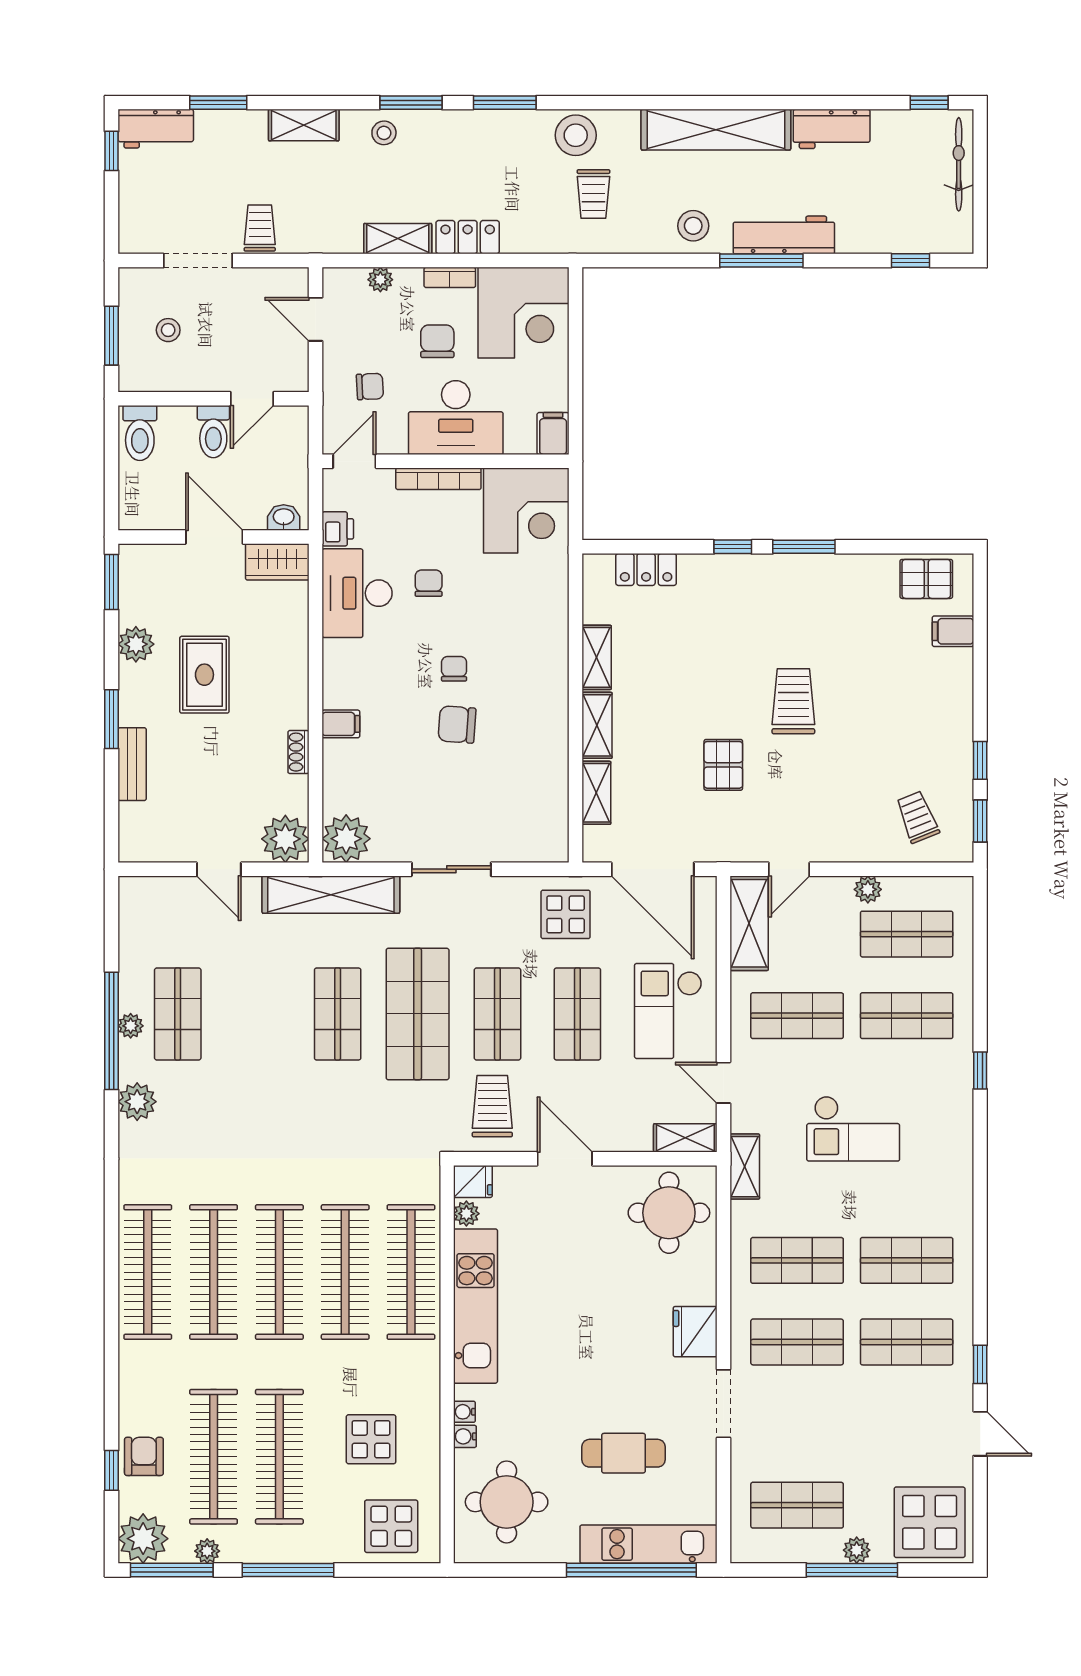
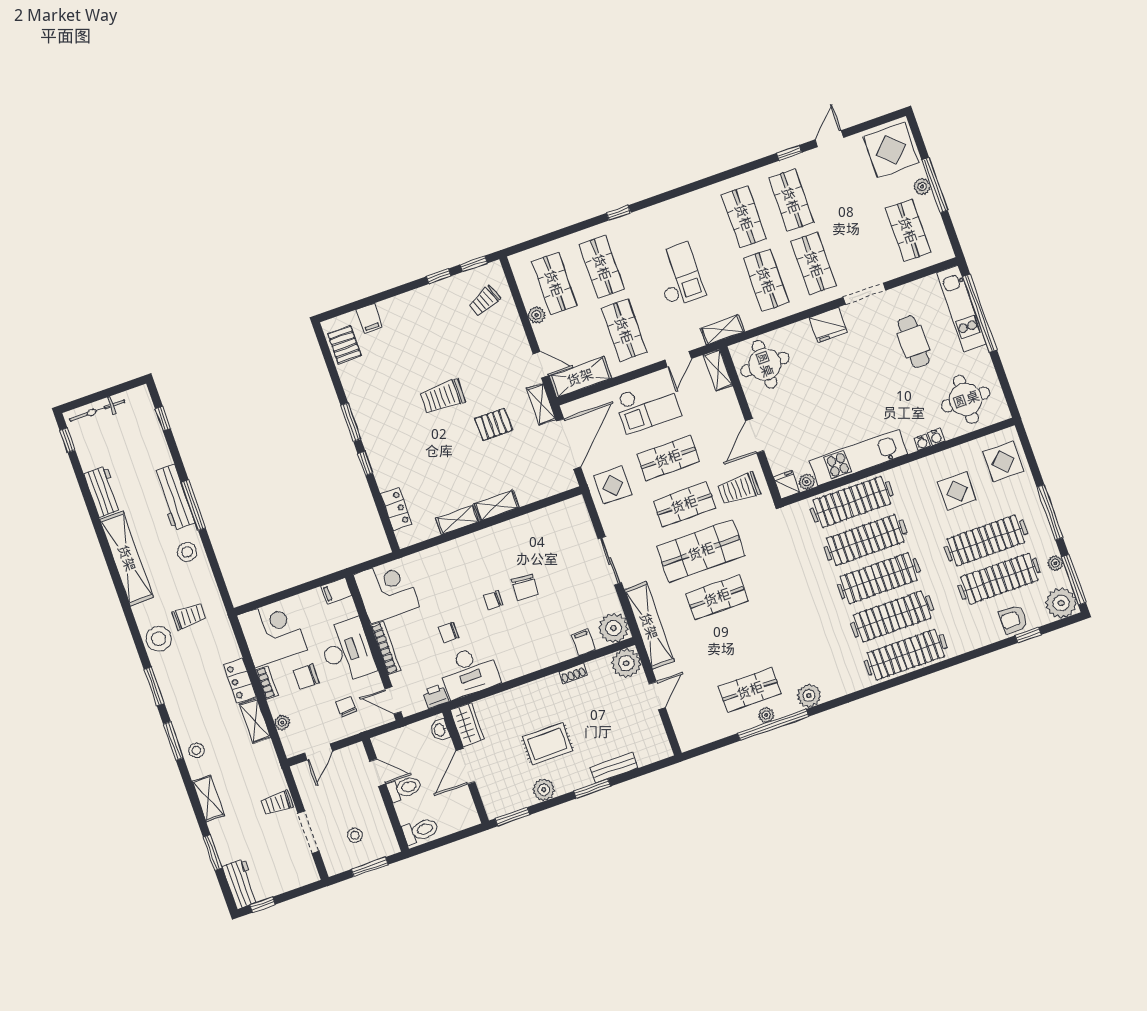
filing cabinet: (341, 724) -> (583, 642), moved
shelving: (596, 793) -> (541, 404), moved, turned 90

